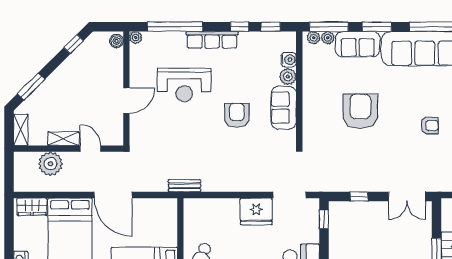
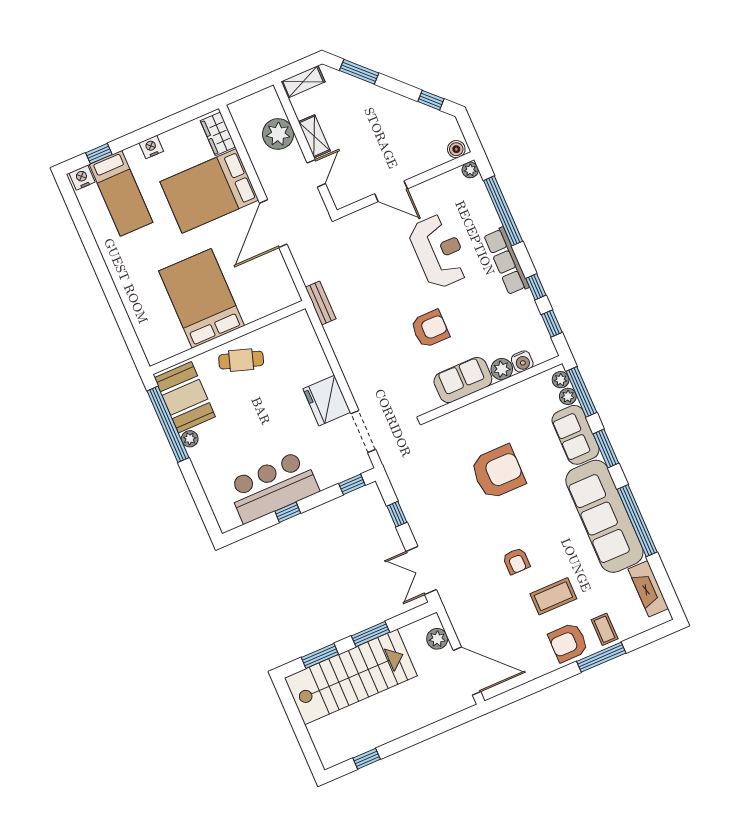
reception desk: (184, 85) -> (439, 251), turned 180

